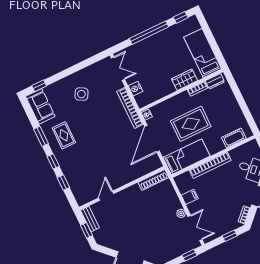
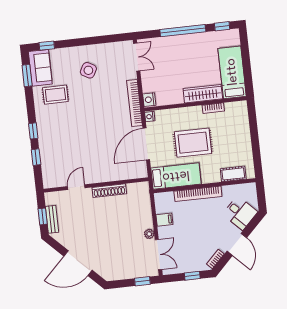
wardrobe: (184, 80) -> (203, 94), width x1.50
dresser: (215, 81) -> (234, 107), removed
nightstand: (135, 89) -> (149, 100), moved
rug: (64, 135) -> (55, 95), moved, turned 90
window: (41, 136) -> (27, 76), moved
shoe rack: (153, 180) -> (109, 191), moved
bench: (90, 219) -> (52, 219), moved

